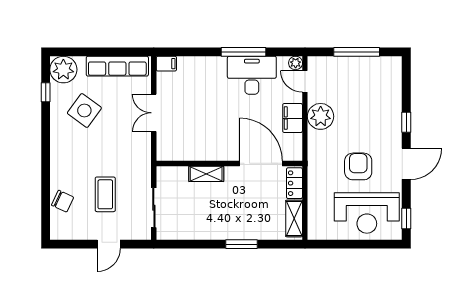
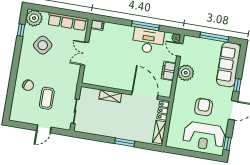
sofa: (387, 92) -> (229, 65), added
chair: (63, 201) -> (28, 85), moved

